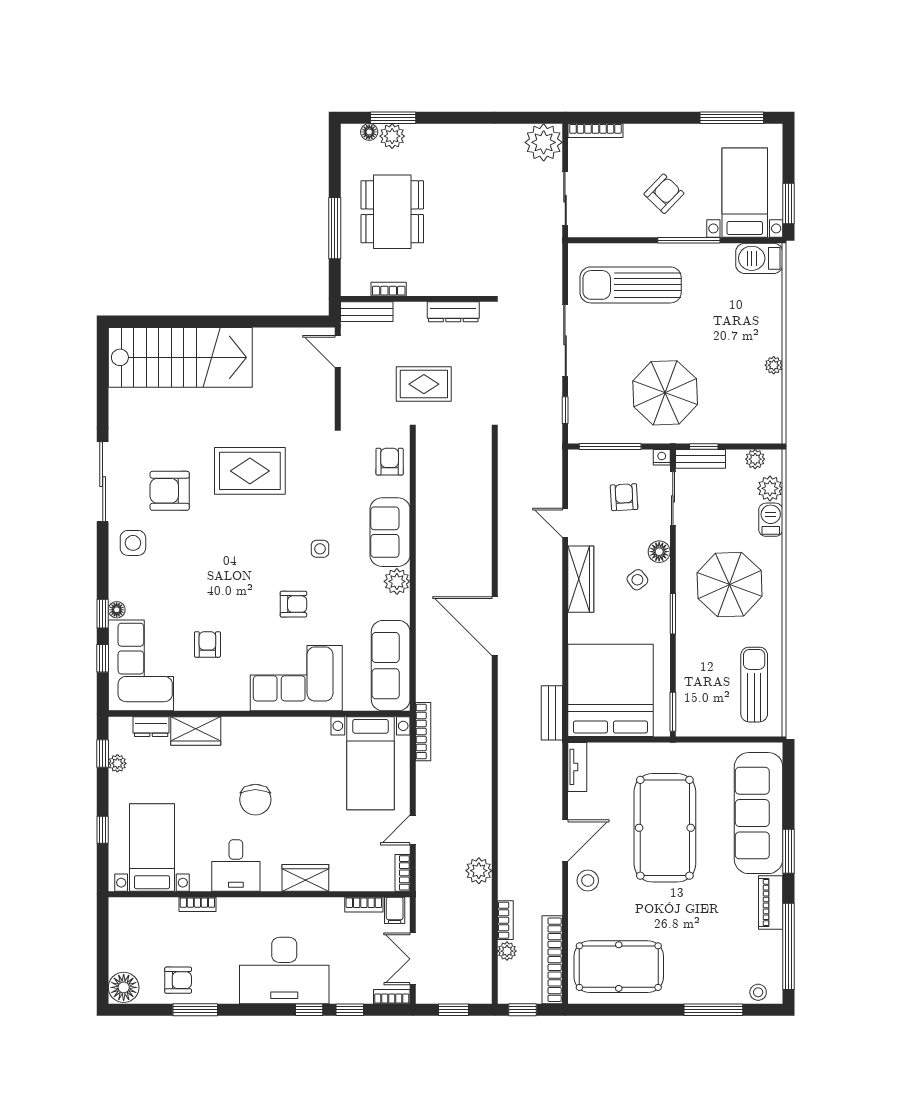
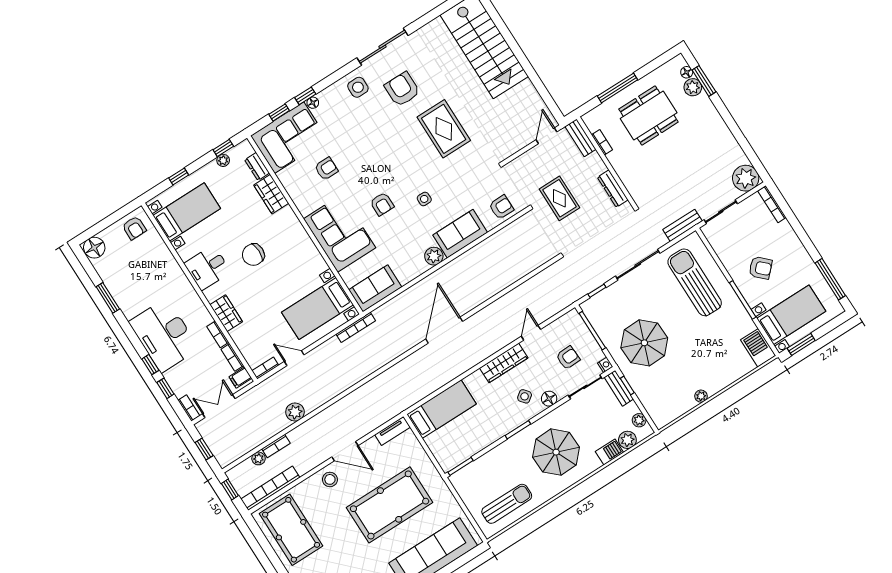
sofa: (391, 666) -> (375, 288), width x0.73
bed: (610, 690) -> (442, 409), width x0.49
bench: (552, 713) -> (682, 225), moved
bookcase: (197, 904) -> (218, 334), moved
armchair: (178, 980) -> (134, 228), moved

